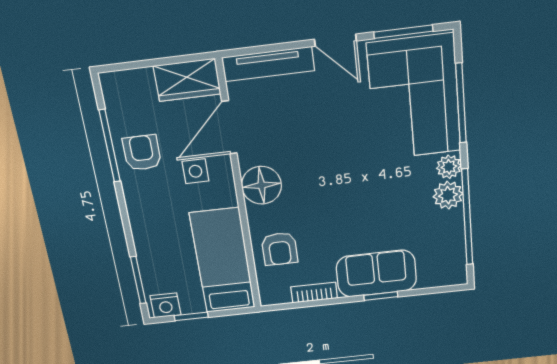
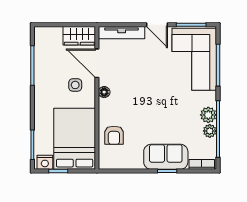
door: (229, 127) -> (97, 63), hinge flipped
armchair: (142, 153) -> (49, 71), removed
plant: (449, 167) -> (210, 131), moved
floor lamp: (261, 185) -> (104, 92), width x0.53, depth x0.53
bed: (223, 261) -> (75, 139), width x1.50
bookcase: (314, 293) -> (202, 164), moved

